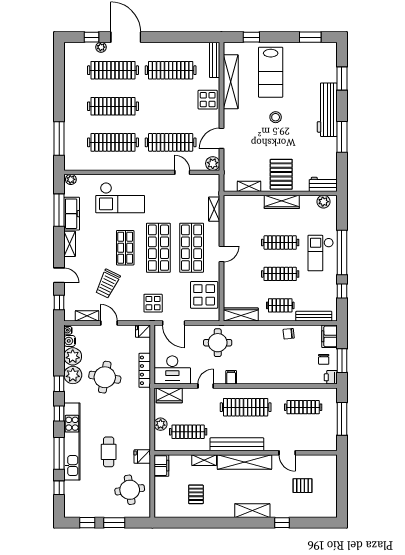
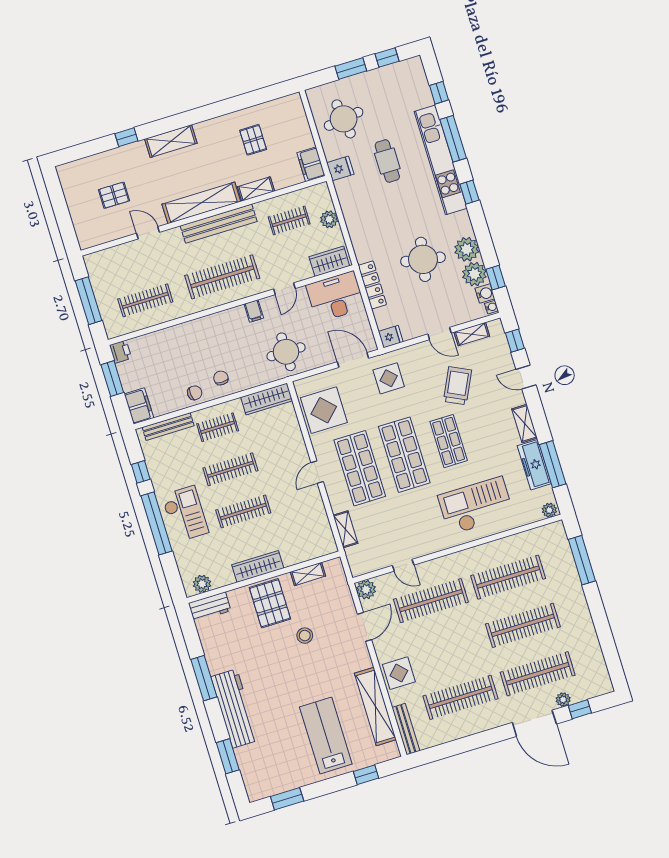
stool: (276, 117) -> (305, 636), moved
chair: (324, 359) -> (221, 378), moved
window: (59, 384) -> (496, 278), moved
clothes rail: (188, 432) -> (289, 220), width x0.73

